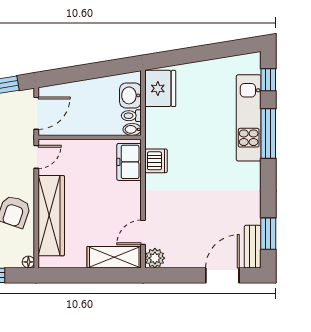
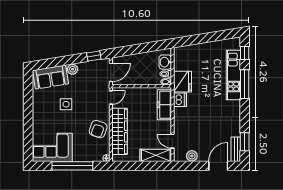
fridge: (160, 88) -> (182, 82), moved
freezer: (129, 162) -> (164, 105), width x1.40
door: (143, 232) -> (172, 141), hinge flipped
plant: (155, 258) -> (192, 156), moved

